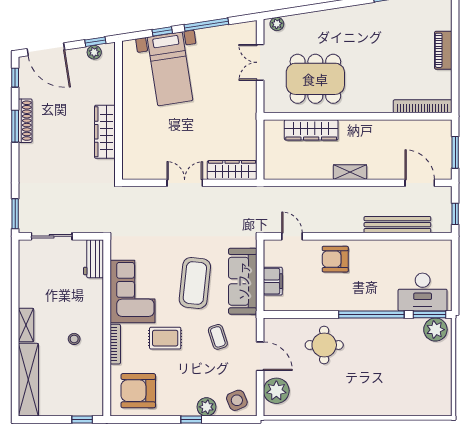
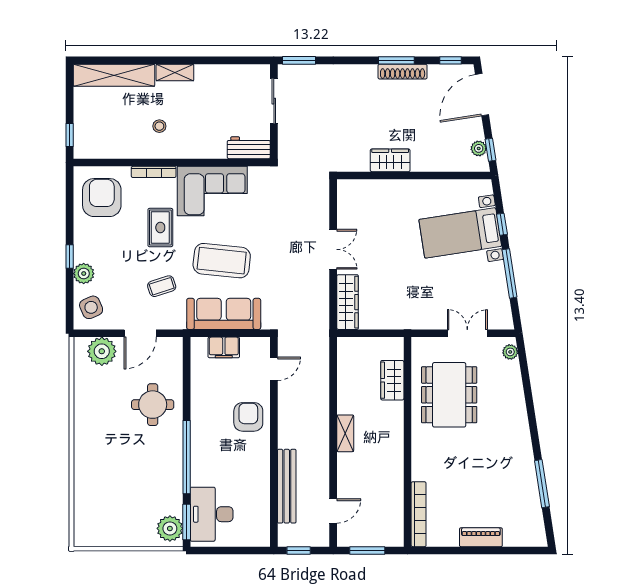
wardrobe: (311, 130) -> (392, 380), width x0.67
wardrobe: (105, 132) -> (390, 160), width x0.67
door: (420, 183) -> (333, 511), width x0.73

